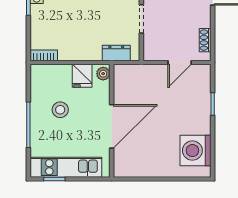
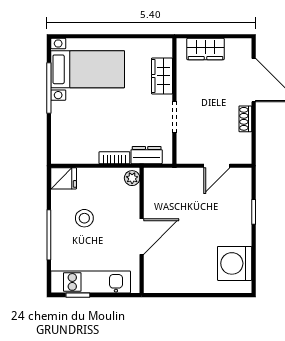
shoe rack: (205, 40) -> (245, 119), moved
bookcase: (44, 55) -> (114, 158), moved
fridge: (82, 76) -> (64, 178), moved, turned -90
door: (112, 126) -> (142, 237), width x0.73

